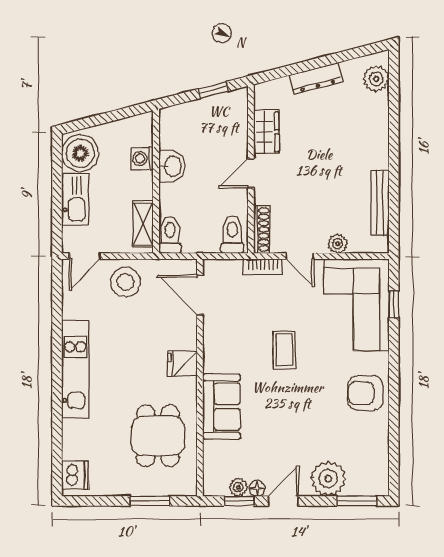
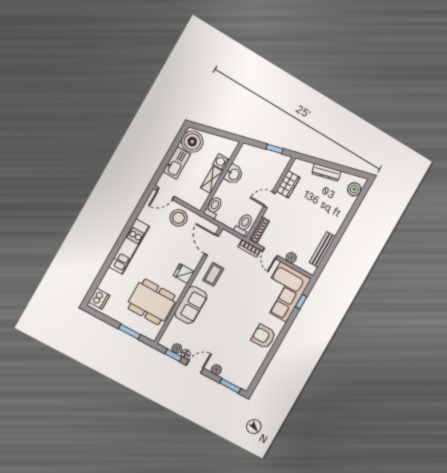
shelving: (143, 224) -> (212, 180), moved
coffee table: (284, 350) -> (213, 274), moved
dining table: (158, 436) -> (152, 302), width x1.38
plant: (328, 479) -> (216, 370), width x0.53, depth x0.53

